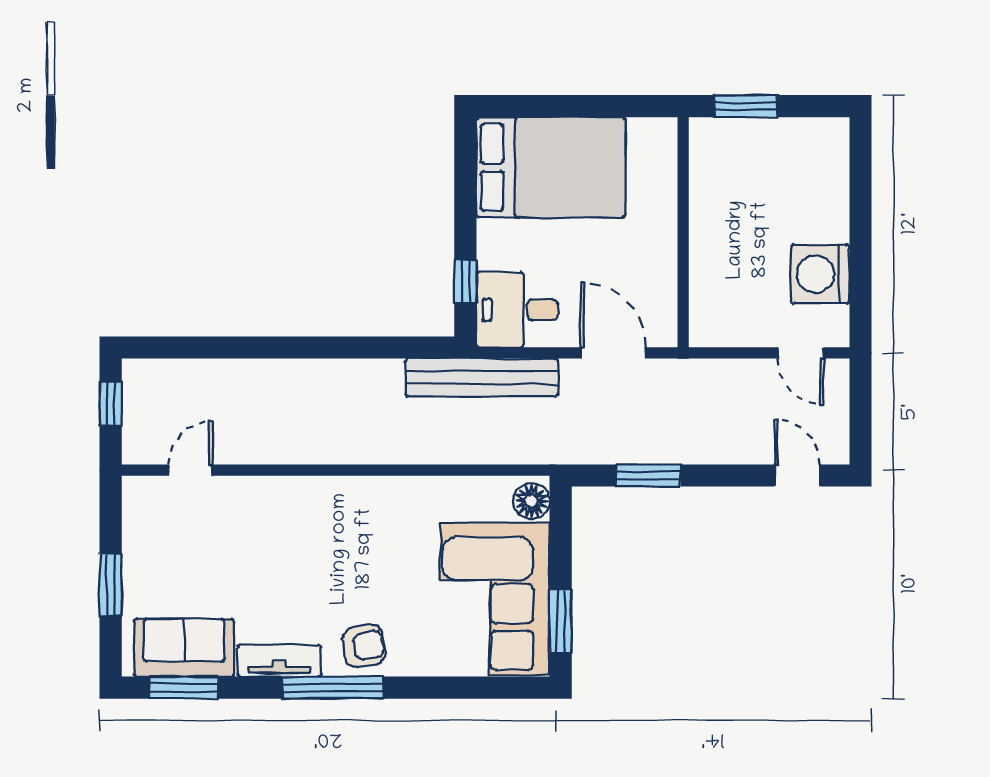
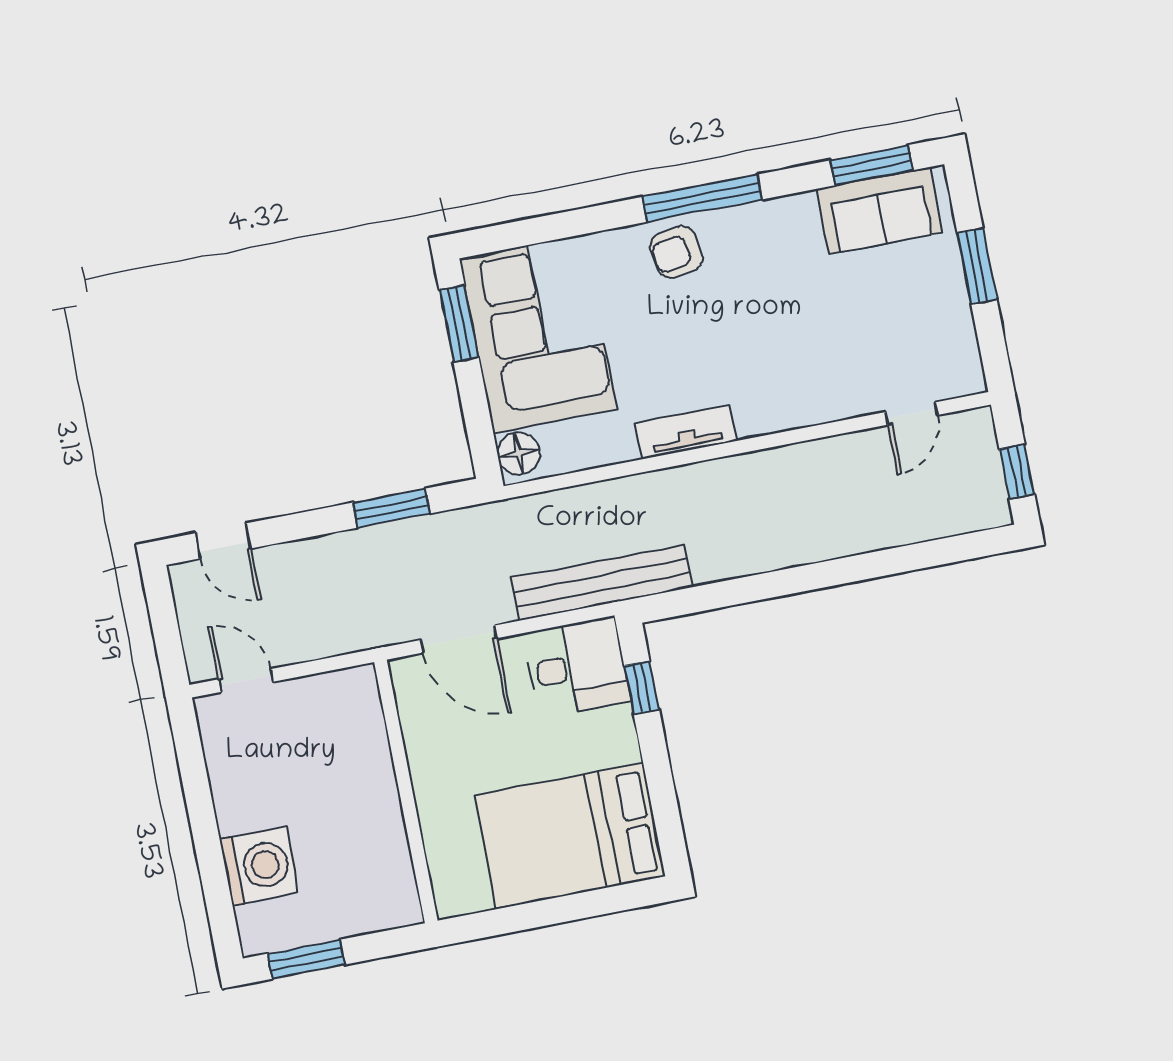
window: (746, 106) -> (306, 959), moved
washing machine: (820, 274) -> (259, 866), moved
tv unit: (279, 661) -> (686, 432), moved, turned 180

